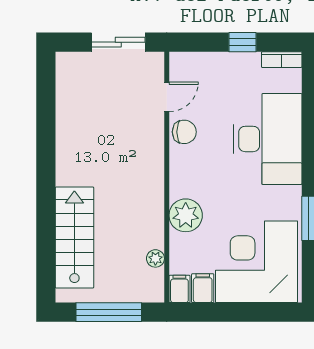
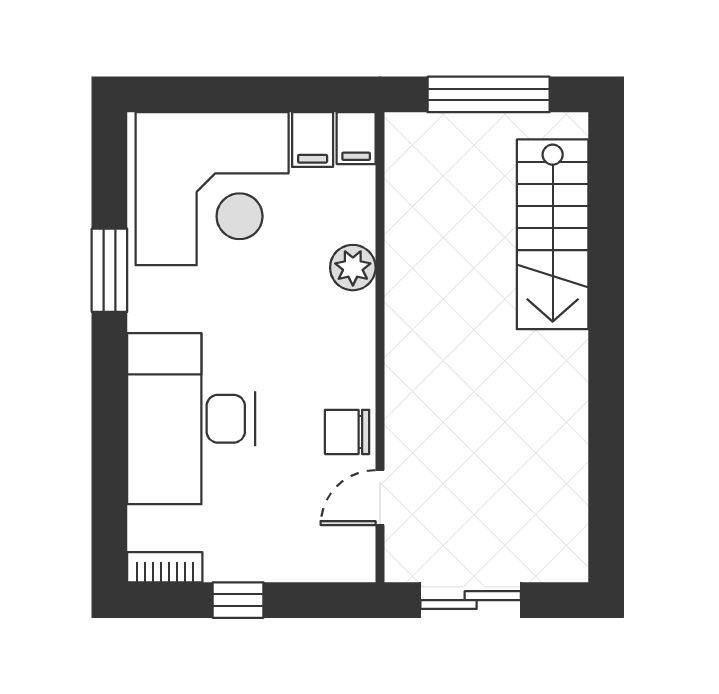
plant: (186, 215) -> (353, 268), width x0.73, depth x0.73
plant: (155, 258) -> (401, 195), removed

